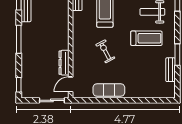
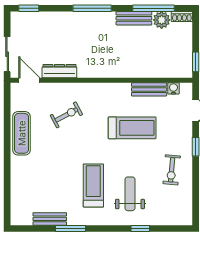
treadmill: (146, 38) -> (93, 185), turned 180
exercise bike: (105, 51) -> (66, 115), moved

